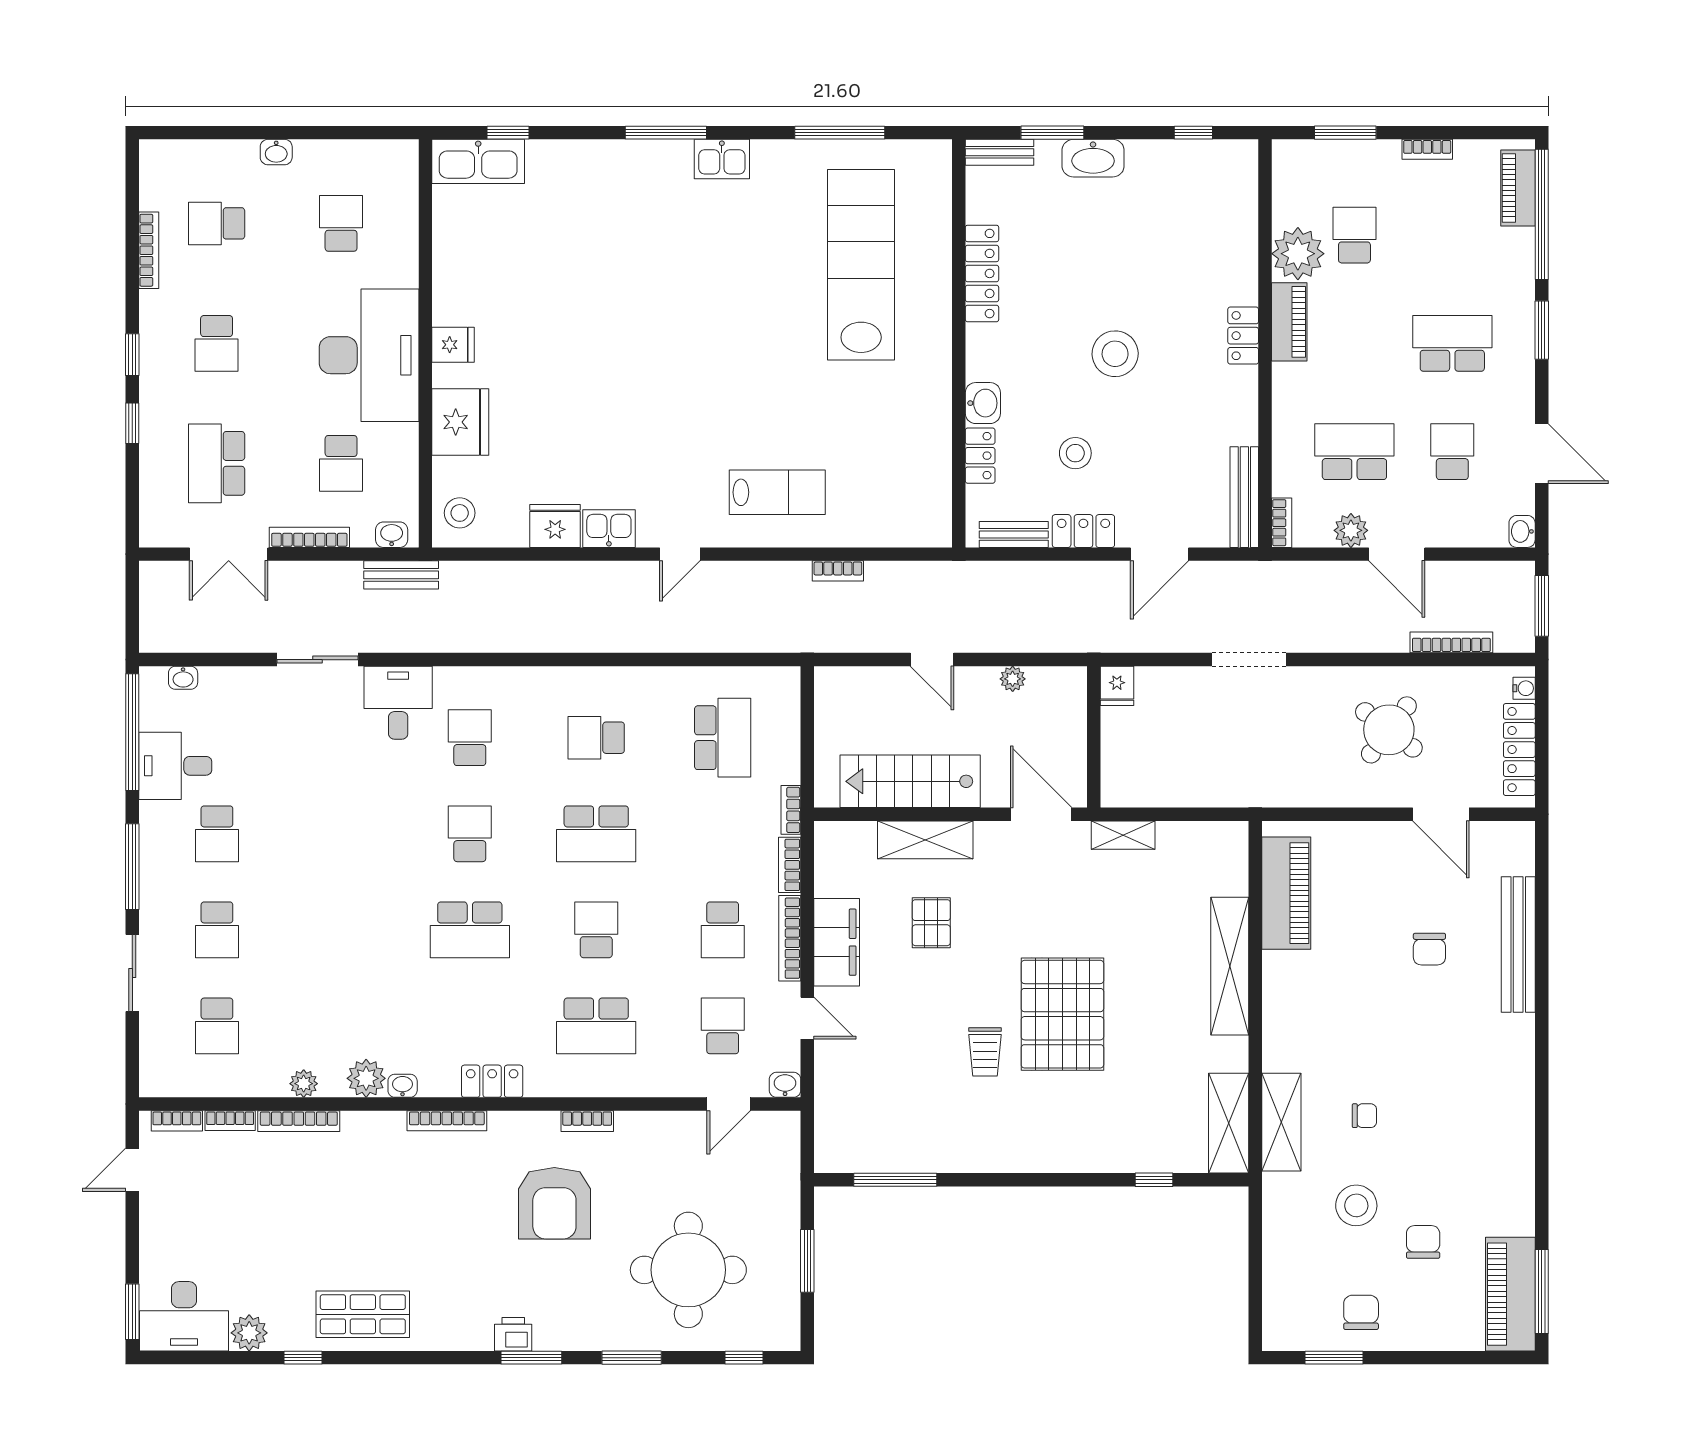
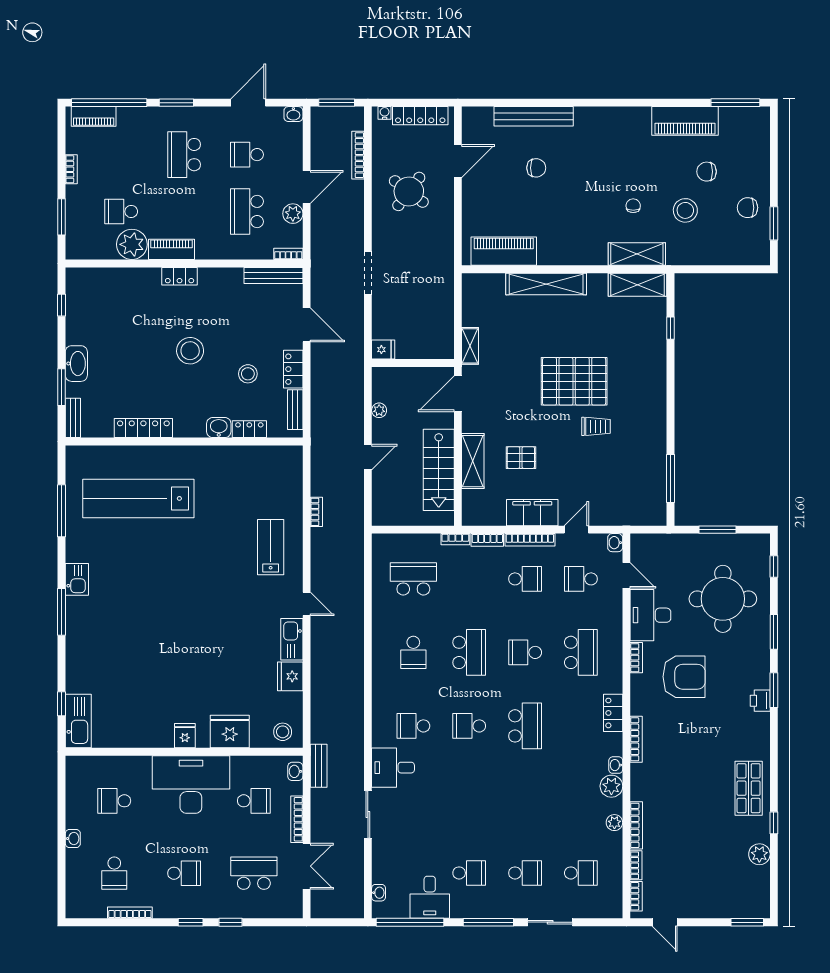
school desk: (217, 463) -> (254, 873), turned 180
kitchen sink: (609, 529) -> (292, 639), width x1.38
piano: (1510, 1294) -> (685, 121), moved
desk: (184, 1316) -> (650, 615), moved, turned 180

